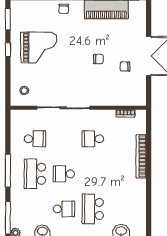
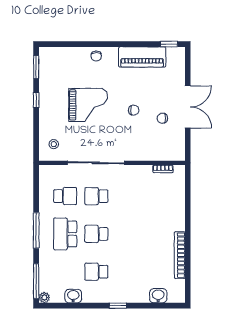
grand piano: (39, 48) -> (88, 105), moved
school desk: (93, 139) -> (96, 196), moved
bookcase: (141, 156) -> (180, 255), moved
school desk: (64, 209) -> (96, 272), turned 180
school desk: (93, 209) -> (128, 272), removed

